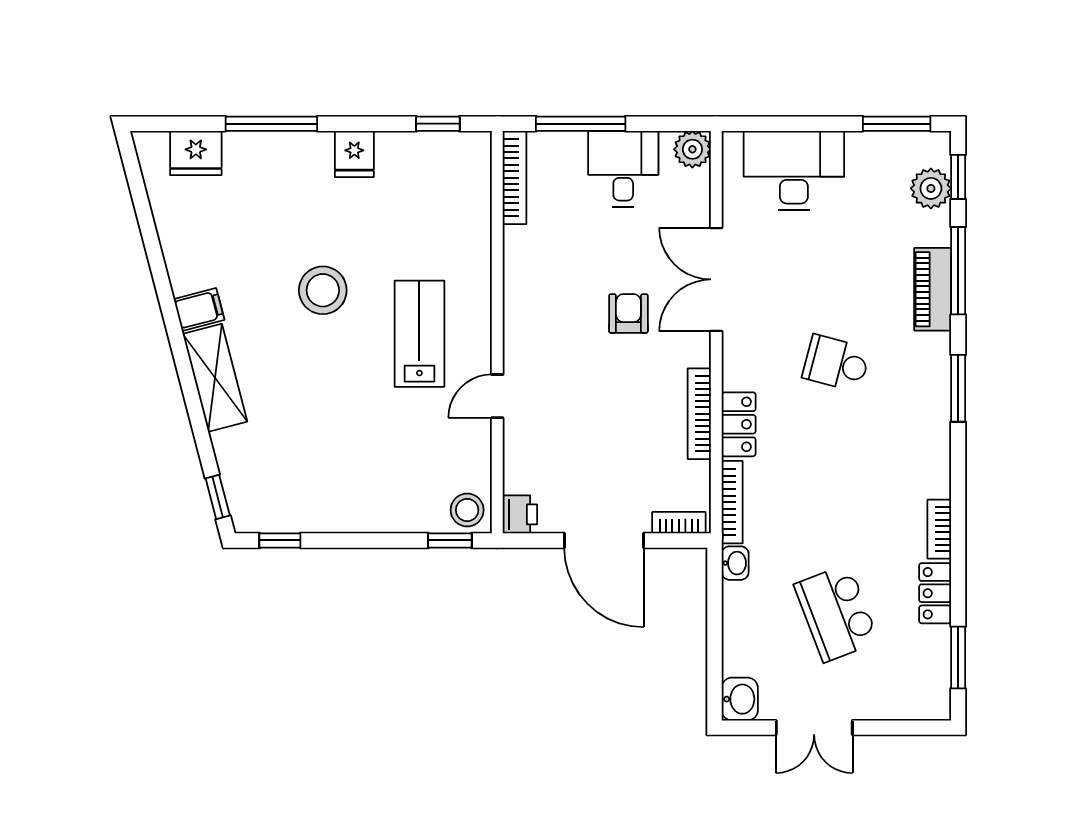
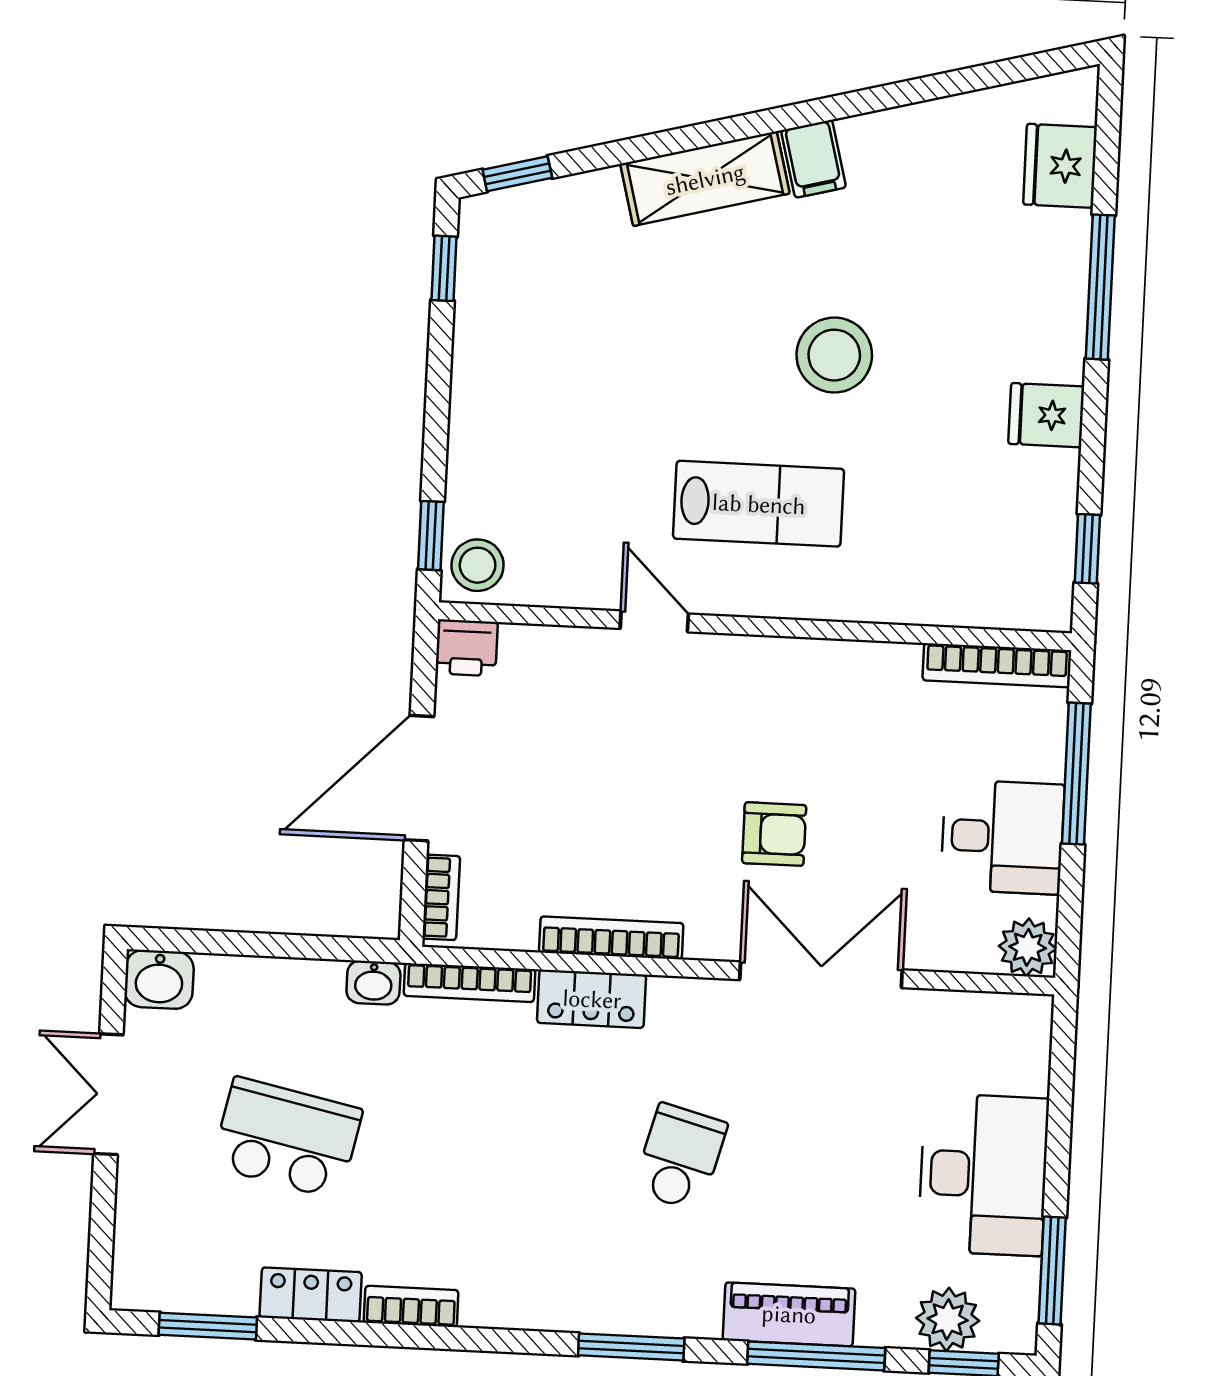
desk: (794, 170) -> (983, 1175), moved
school desk: (836, 613) -> (287, 1138), turned 33

